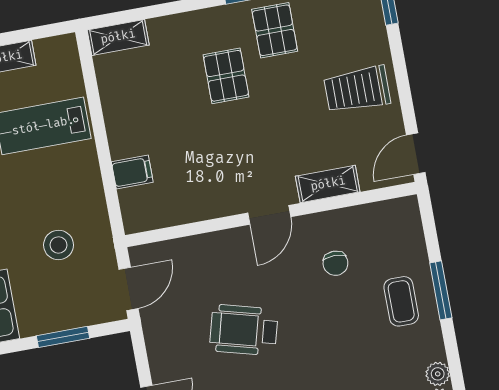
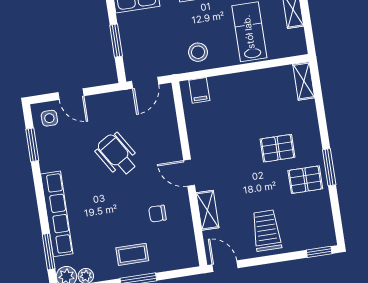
filing cabinet: (132, 172) -> (199, 90), moved
stool: (59, 245) -> (198, 52), moved
door: (129, 289) -> (145, 83), hinge flipped
wheelchair: (244, 330) -> (117, 155), turned -47

